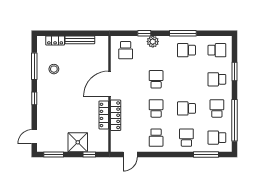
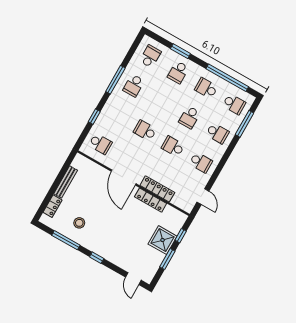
plant: (153, 42) -> (107, 113), removed
school desk: (186, 138) -> (217, 133), turned 180
school desk: (217, 138) -> (234, 104), turned -90
window: (54, 155) -> (167, 259), moved

